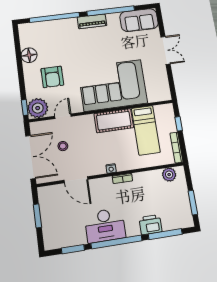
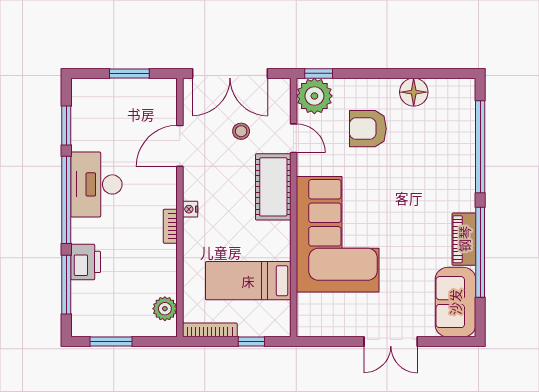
piano: (92, 21) -> (464, 239), moved
cot: (114, 121) -> (273, 187), moved

